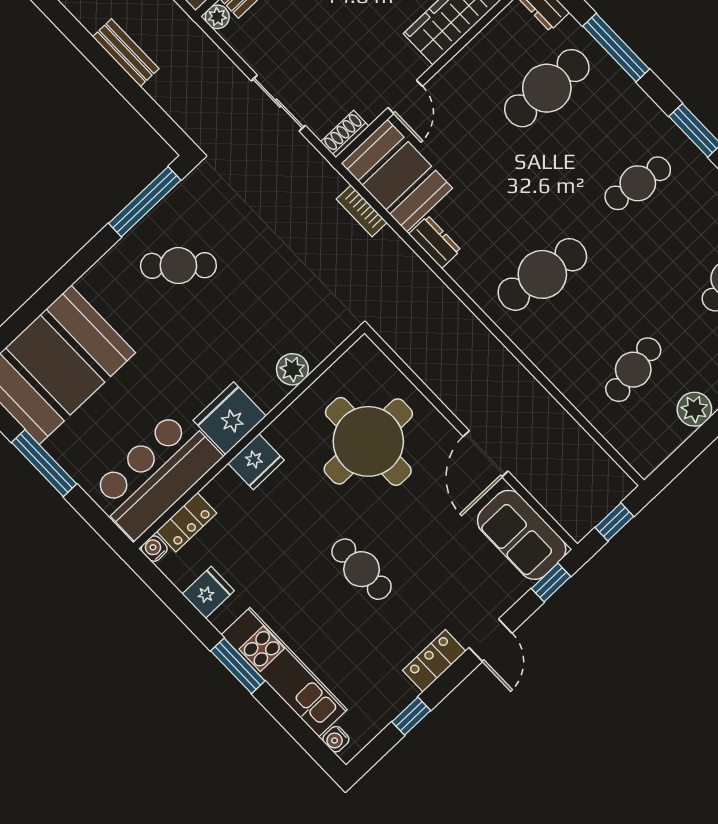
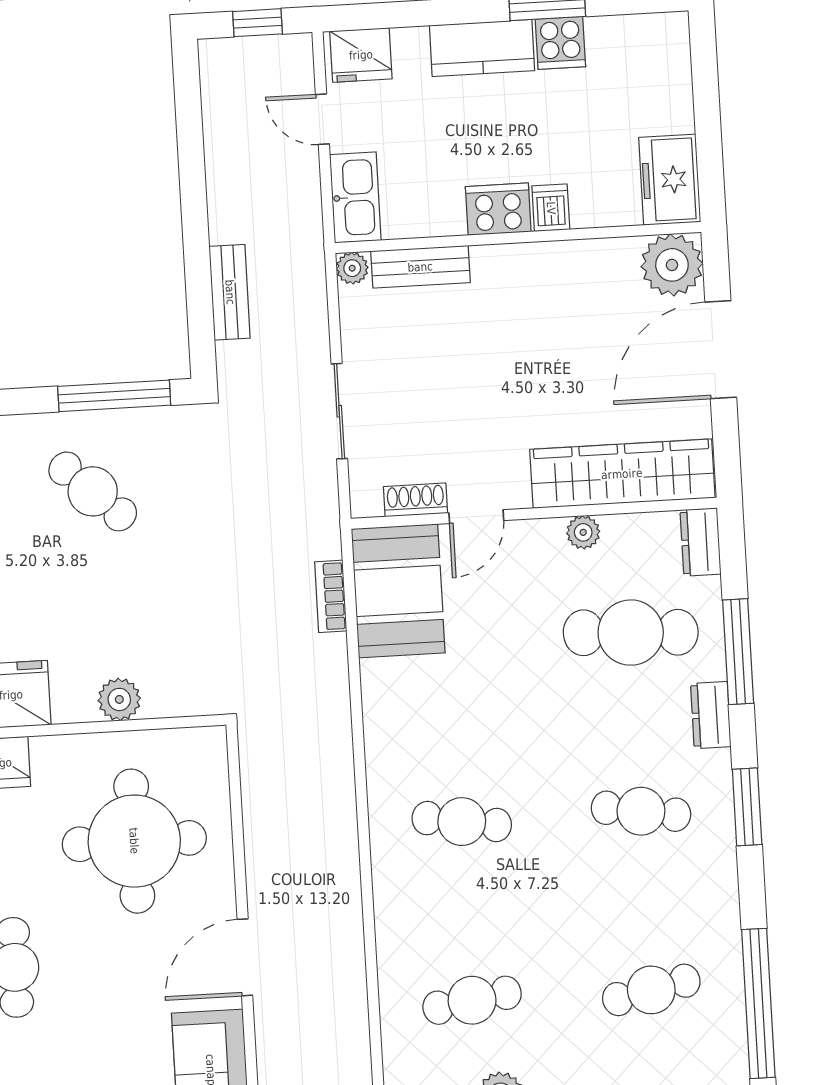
bench: (126, 53) -> (230, 292), moved
plant: (473, 55) -> (583, 532), added
shoe rack: (345, 134) -> (416, 500), moved
dresser: (435, 242) -> (711, 715), moved, turned 180
cafe table: (542, 274) -> (462, 822), width x0.73, depth x0.74

